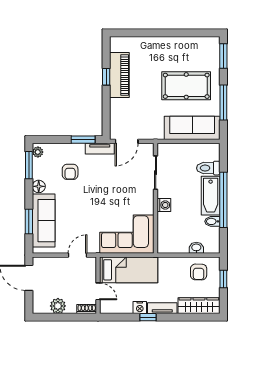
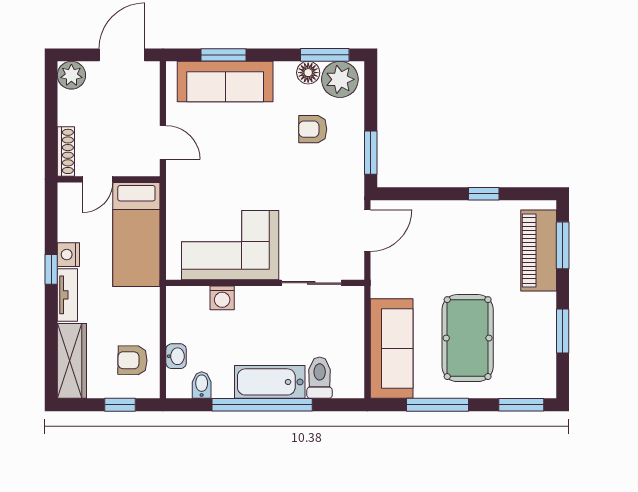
window: (135, 33) -> (563, 245), added
window: (182, 33) -> (563, 331), added
piano: (119, 75) -> (539, 250), moved, turned 90
door: (127, 141) -> (367, 231), swing flipped
tv unit: (100, 149) -> (355, 182), removed
plant: (38, 152) -> (340, 79), width x1.88, depth x1.88
floor lamp: (39, 186) -> (308, 73), moved
washing machine: (164, 205) -> (222, 298), moved
bidet: (212, 221) -> (202, 385), moved
corner sofa: (127, 234) -> (230, 245), moved, turned -90
plant: (58, 306) -> (71, 75), moved
shoe rack: (87, 309) -> (66, 151), width x1.43

